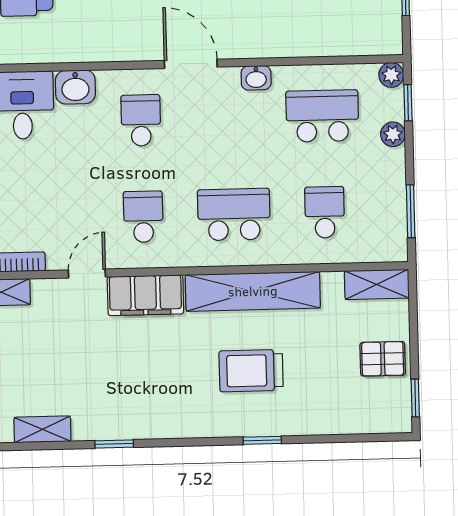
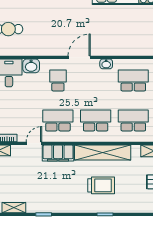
door: (191, 64) -> (79, 57), hinge flipped
school desk: (325, 212) -> (133, 120), width x1.85
school desk: (143, 217) -> (58, 120), width x1.85
trolley: (251, 371) -> (101, 185), turned 180

